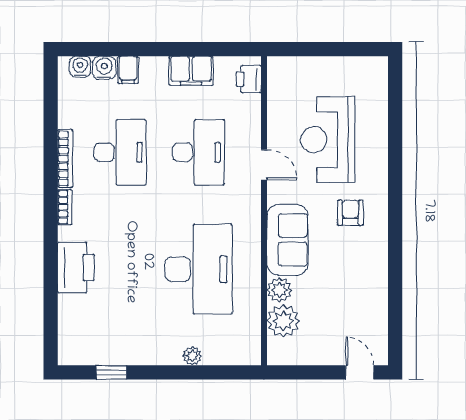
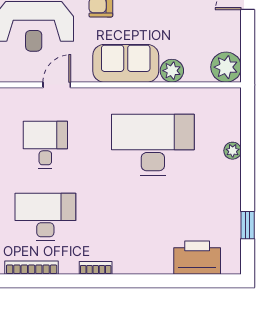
desk: (199, 152) -> (45, 145), width x0.73
bookcase: (65, 158) -> (32, 268), moved
printer: (76, 268) -> (197, 258), moved
plant: (283, 321) -> (226, 67), moved

